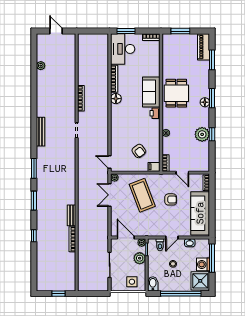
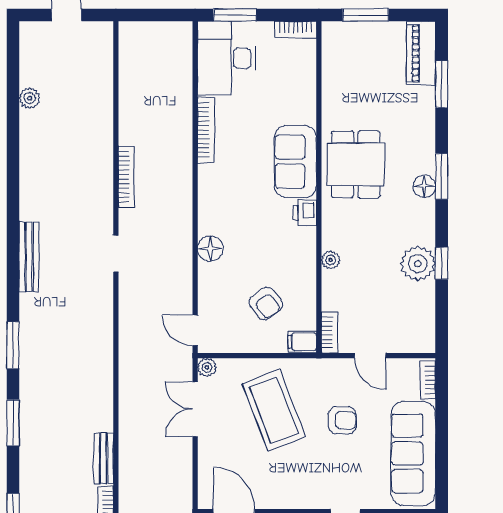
floor lamp: (116, 99) -> (210, 248), moved

